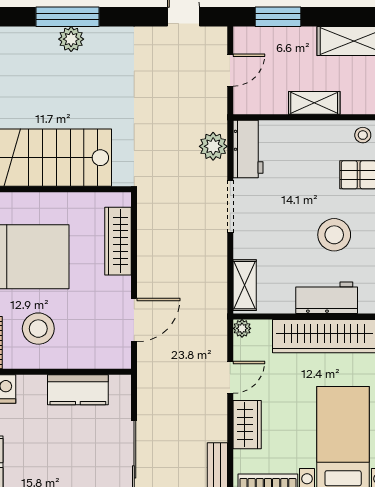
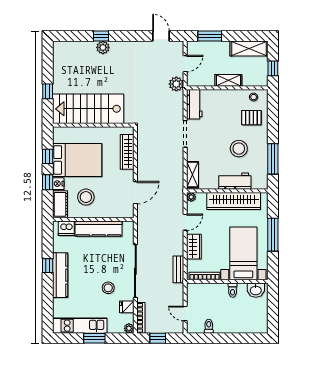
window: (67, 17) -> (101, 36), width x0.46
plant: (213, 146) -> (176, 84), moved
kitchen counter: (78, 390) -> (99, 229), width x1.50

